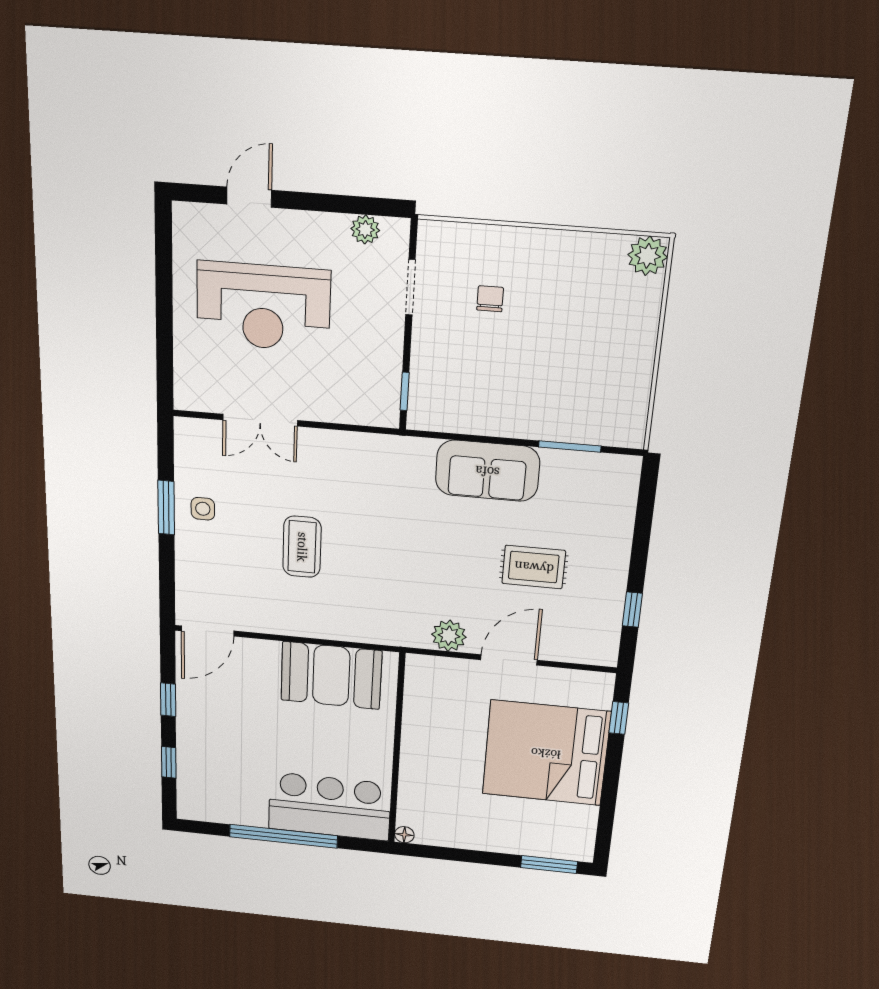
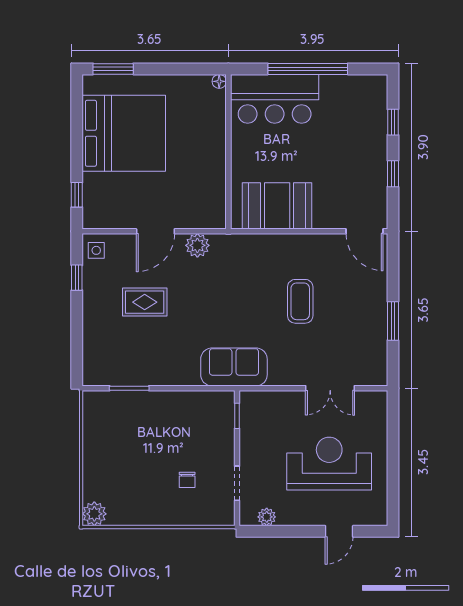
double door: (260, 420) -> (330, 388), swing flipped
sofa: (487, 471) -> (234, 367), moved
side table: (203, 509) -> (96, 250), moved
door: (208, 631) -> (364, 231), swing flipped
bed: (546, 753) -> (124, 133), moved

